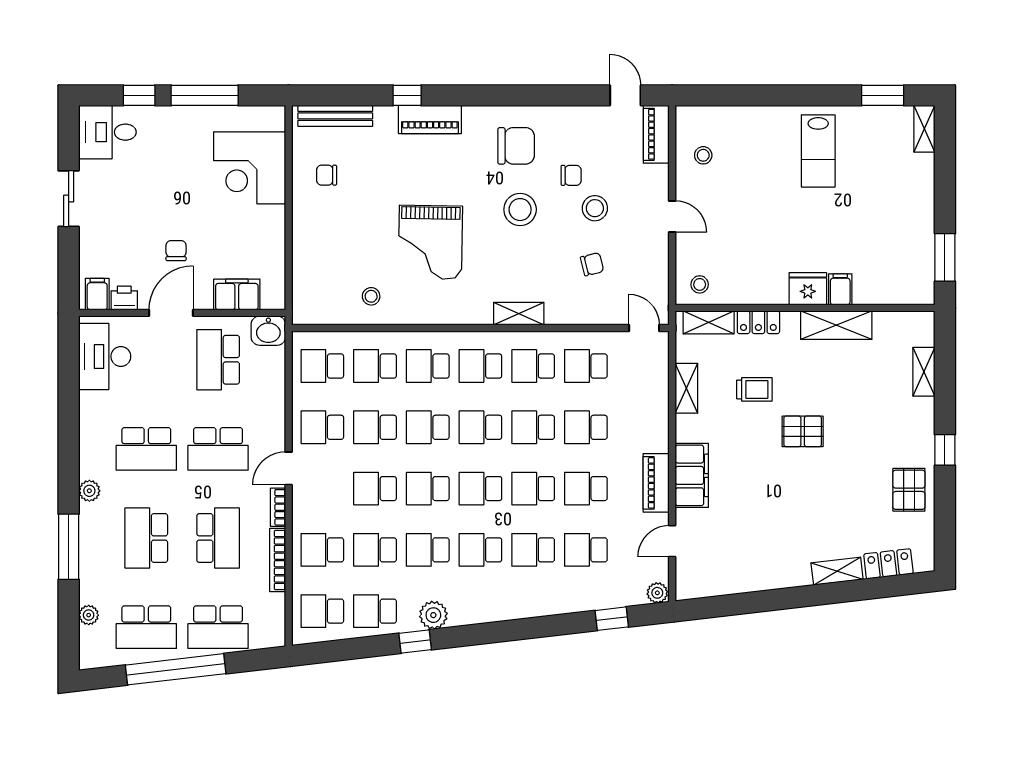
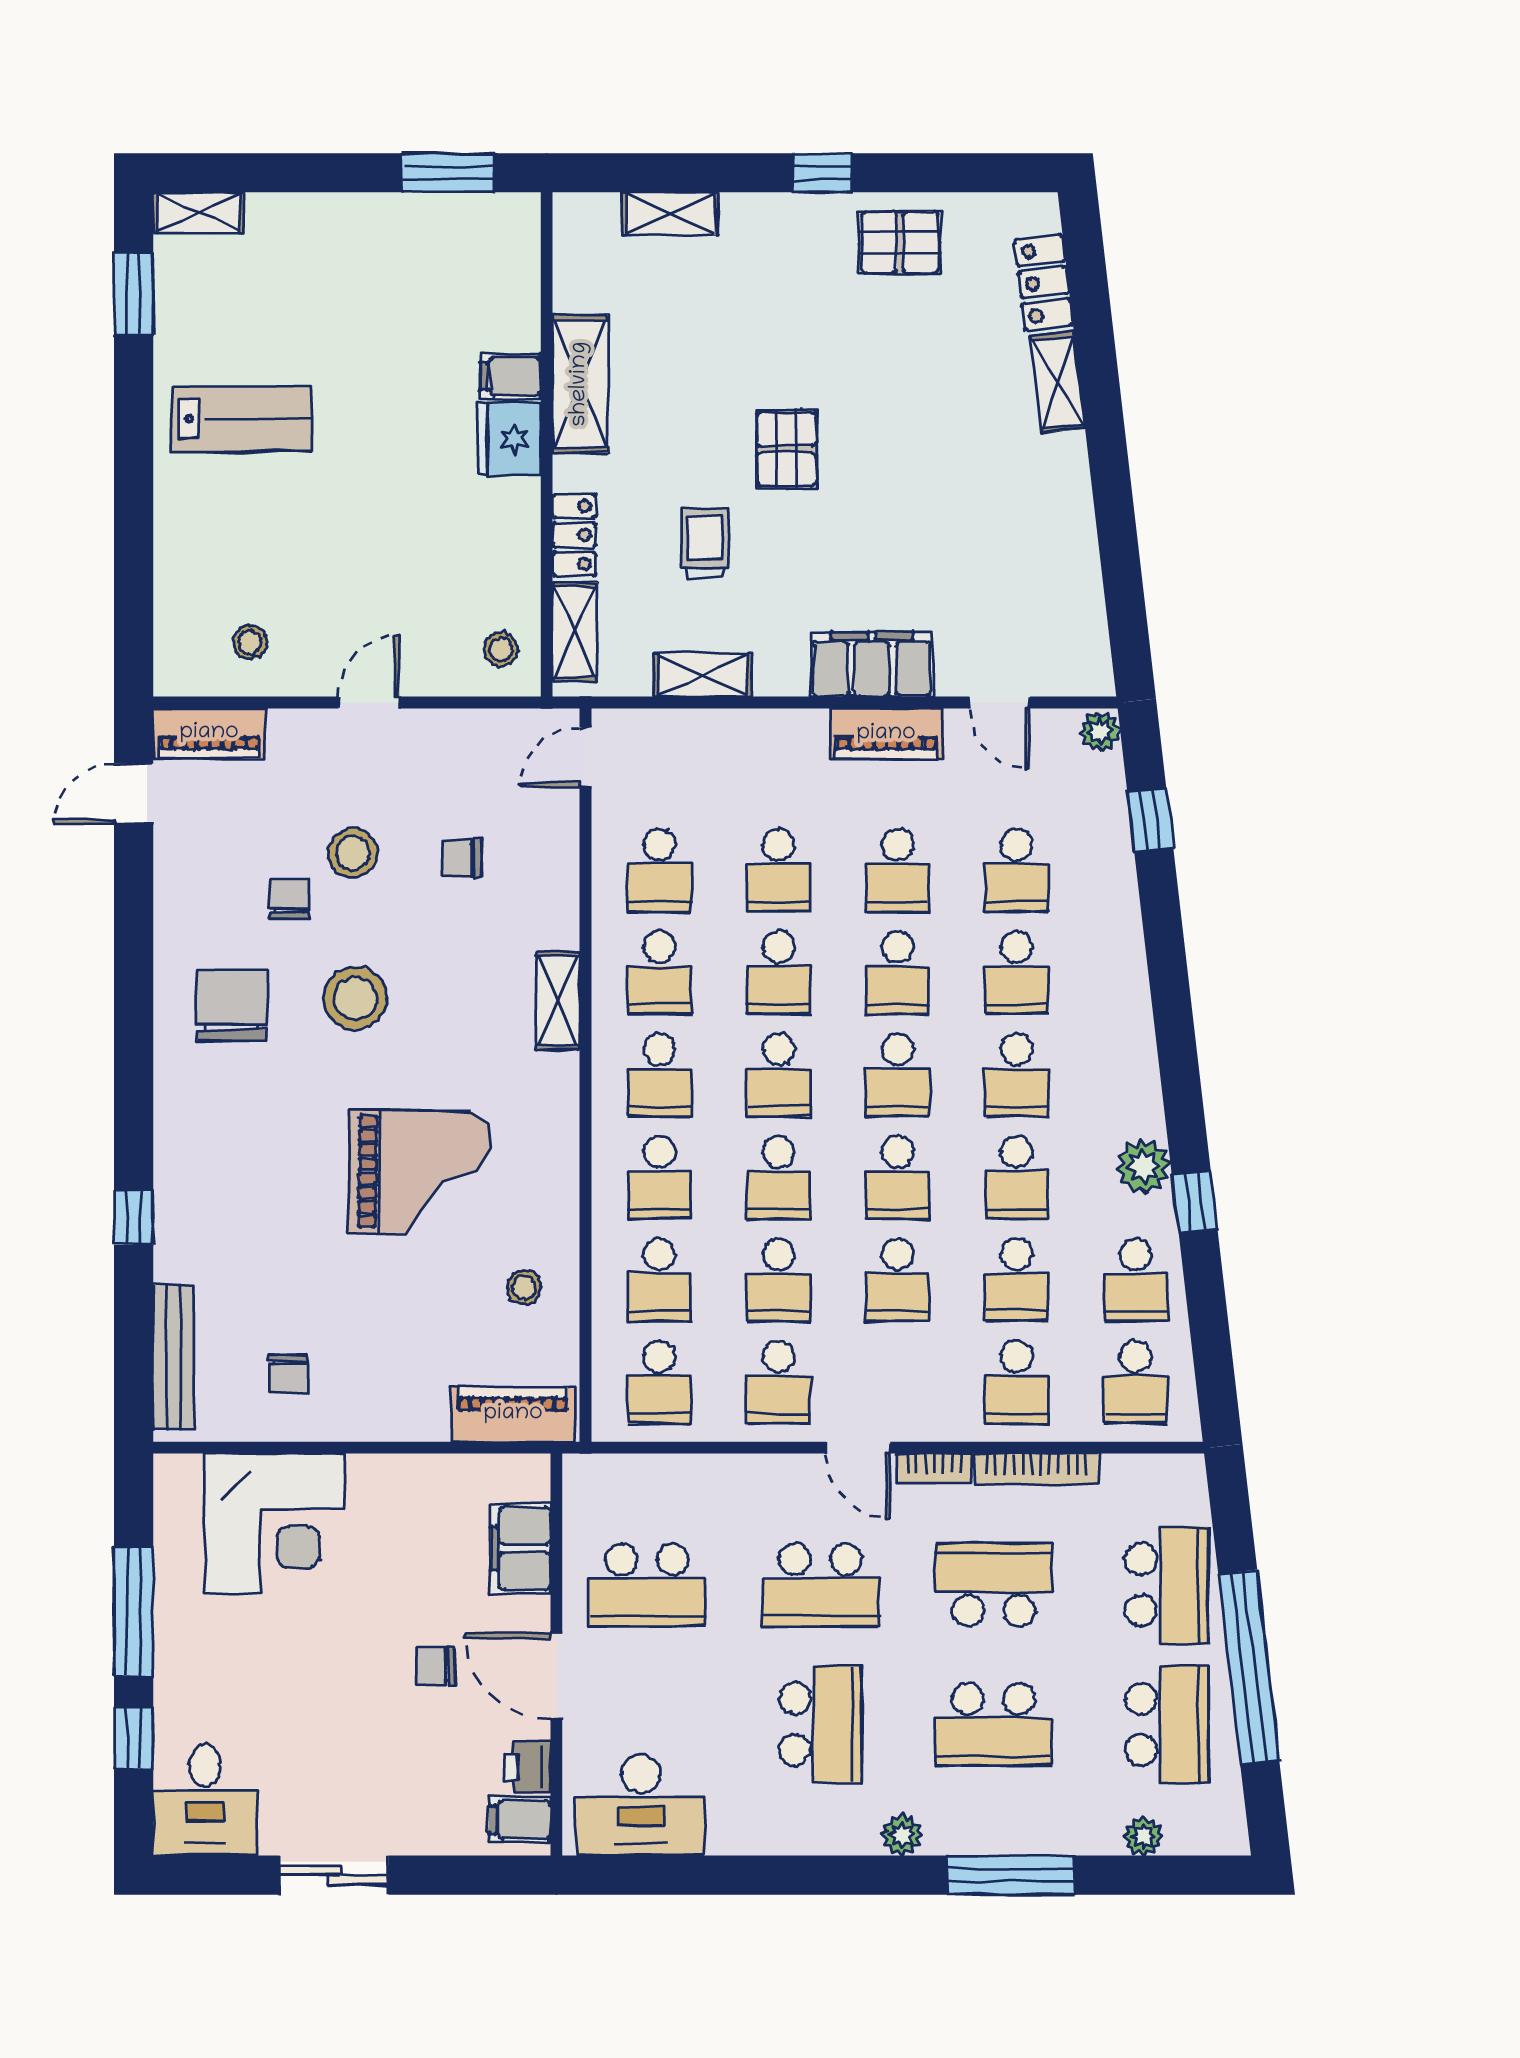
piano: (430, 120) -> (513, 1414), moved, turned -90
chair: (592, 264) -> (462, 858), turned -76
washbasin: (268, 331) -> (591, 1487), removed
school desk: (218, 449) -> (820, 1585), turned 90

